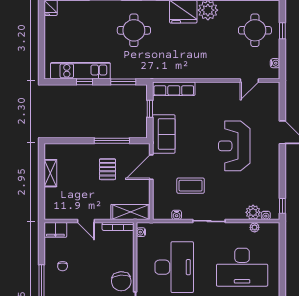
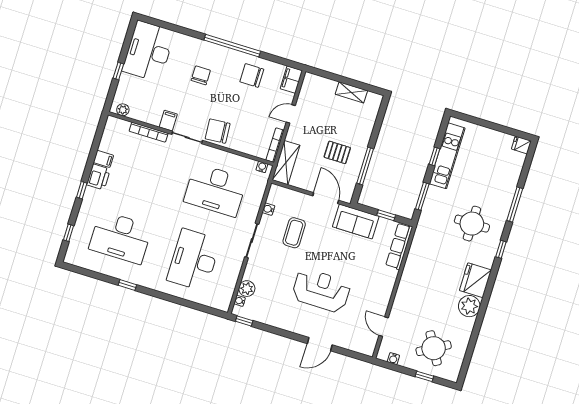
round table: (255, 30) -> (434, 348), turned -30
plant: (255, 227) -> (231, 285), removed
chair: (63, 266) -> (252, 75), width x1.87, depth x1.87

